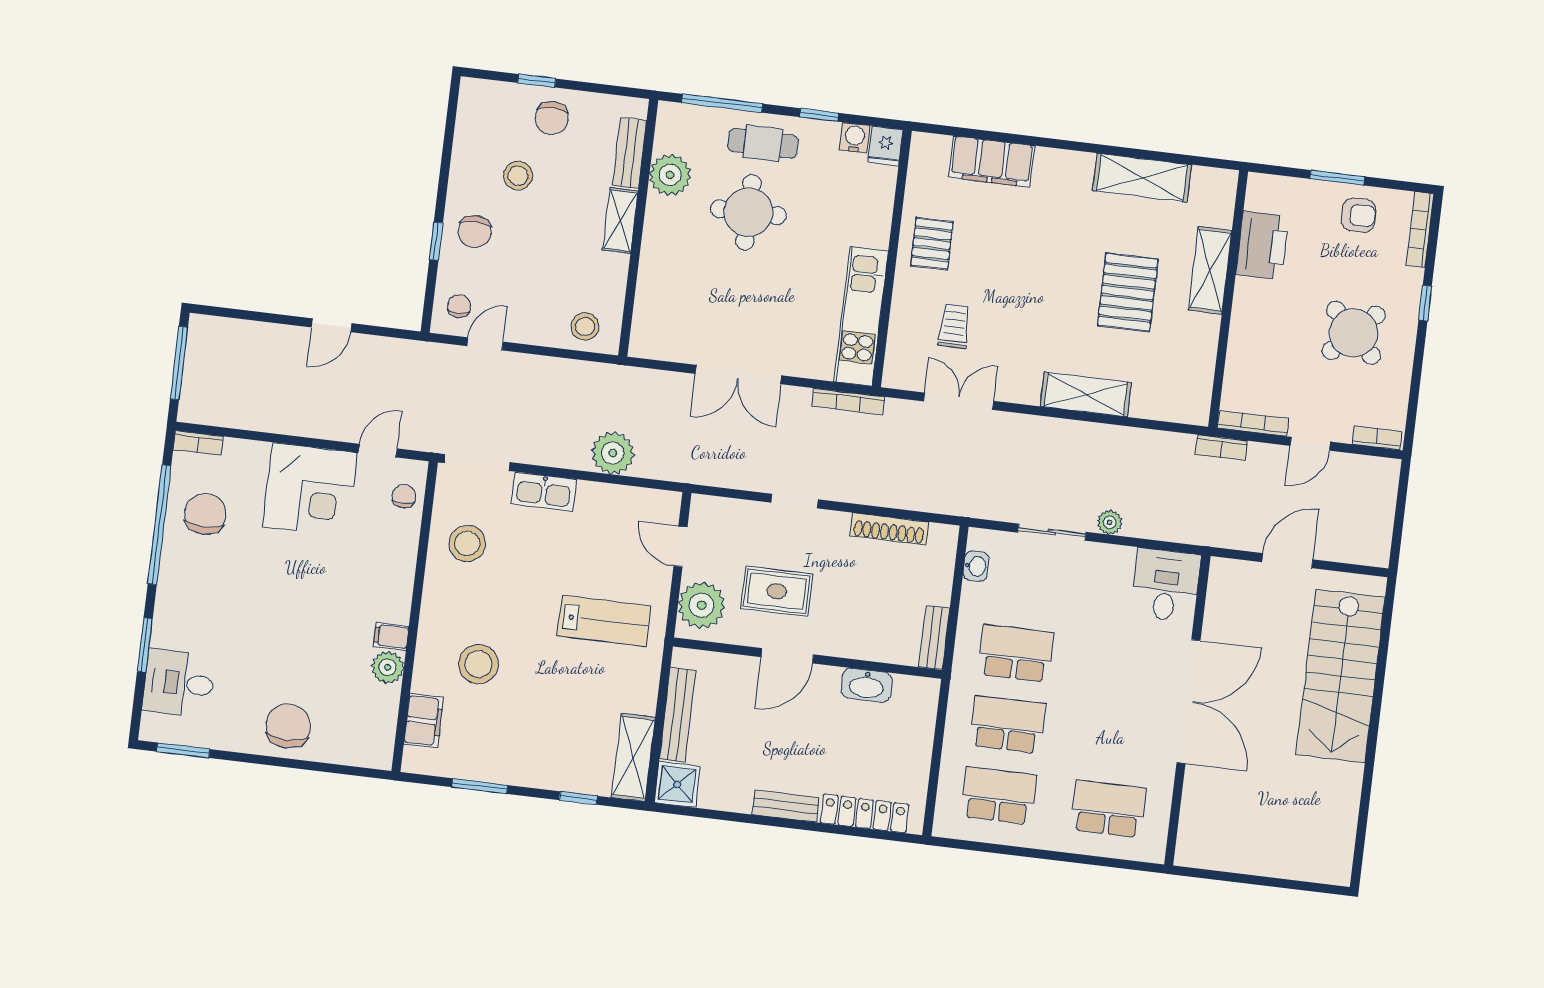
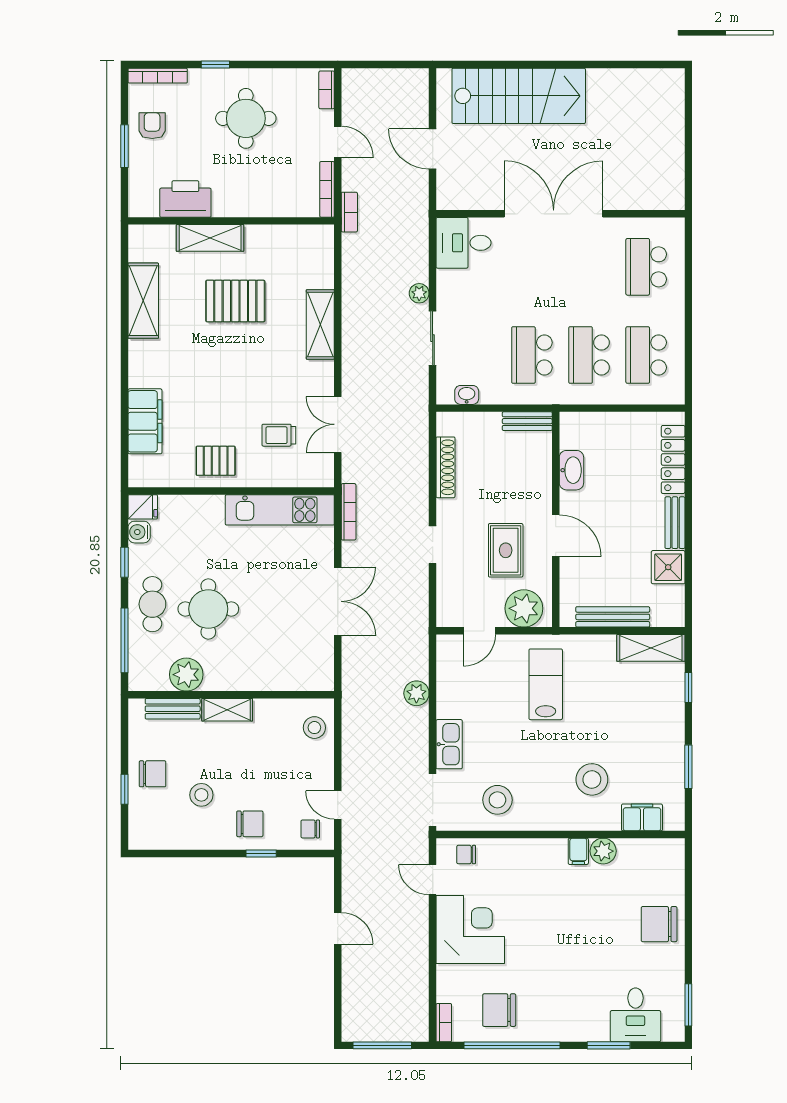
round table: (1354, 333) -> (246, 118), turned 45
plant: (613, 453) -> (416, 693), width x0.73, depth x0.73
shower: (677, 784) -> (668, 567), moved

